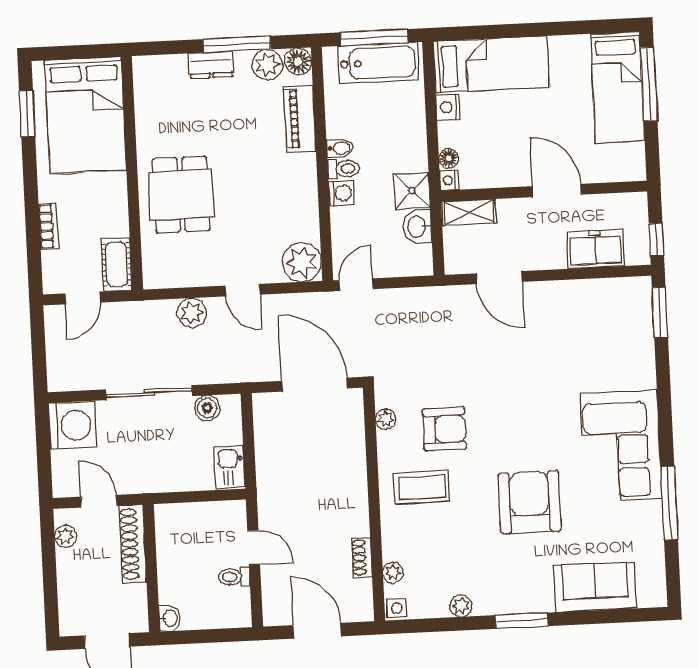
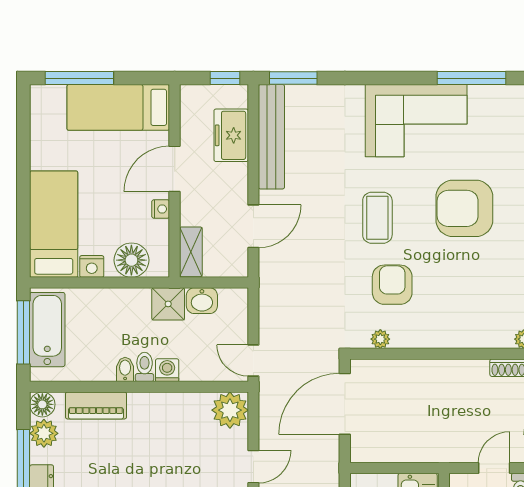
bed: (617, 87) -> (118, 107), moved, turned 180
floor lamp: (449, 158) -> (131, 260), width x1.89, depth x1.89
nightstand: (449, 180) -> (161, 209), moved, turned -90
bench: (596, 292) -> (271, 137), added
coffee table: (422, 487) -> (377, 218), moved

